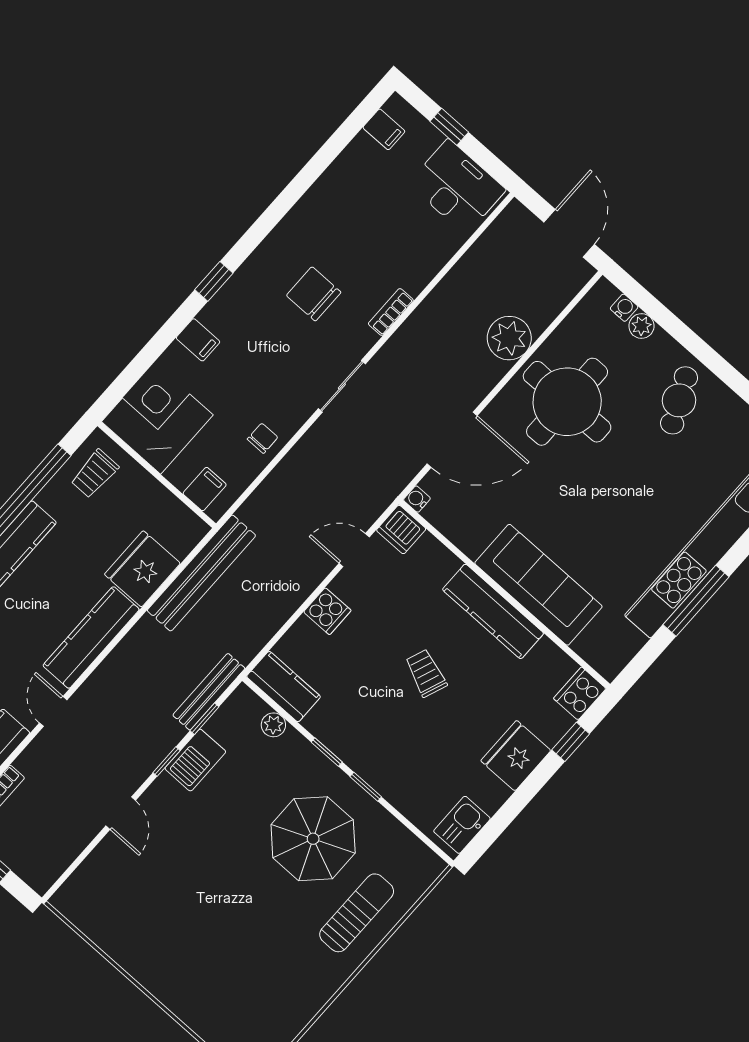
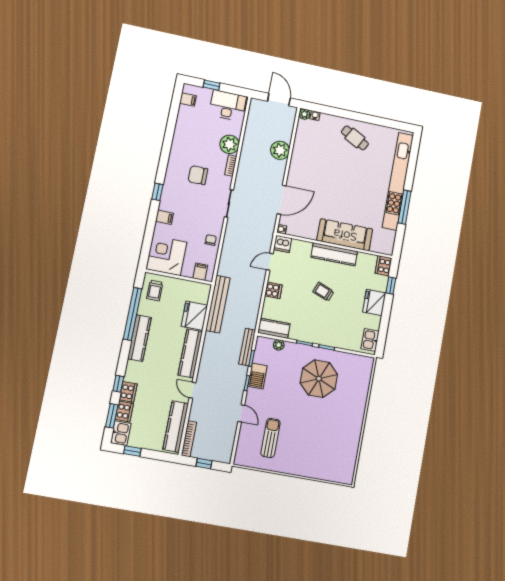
plant: (414, 268) -> (229, 144), added
plant: (641, 326) -> (304, 114), moved
cafe table: (679, 400) -> (355, 138), turned -37
round table: (567, 402) -> (315, 162), removed
sun lounger: (357, 913) -> (270, 438), moved

